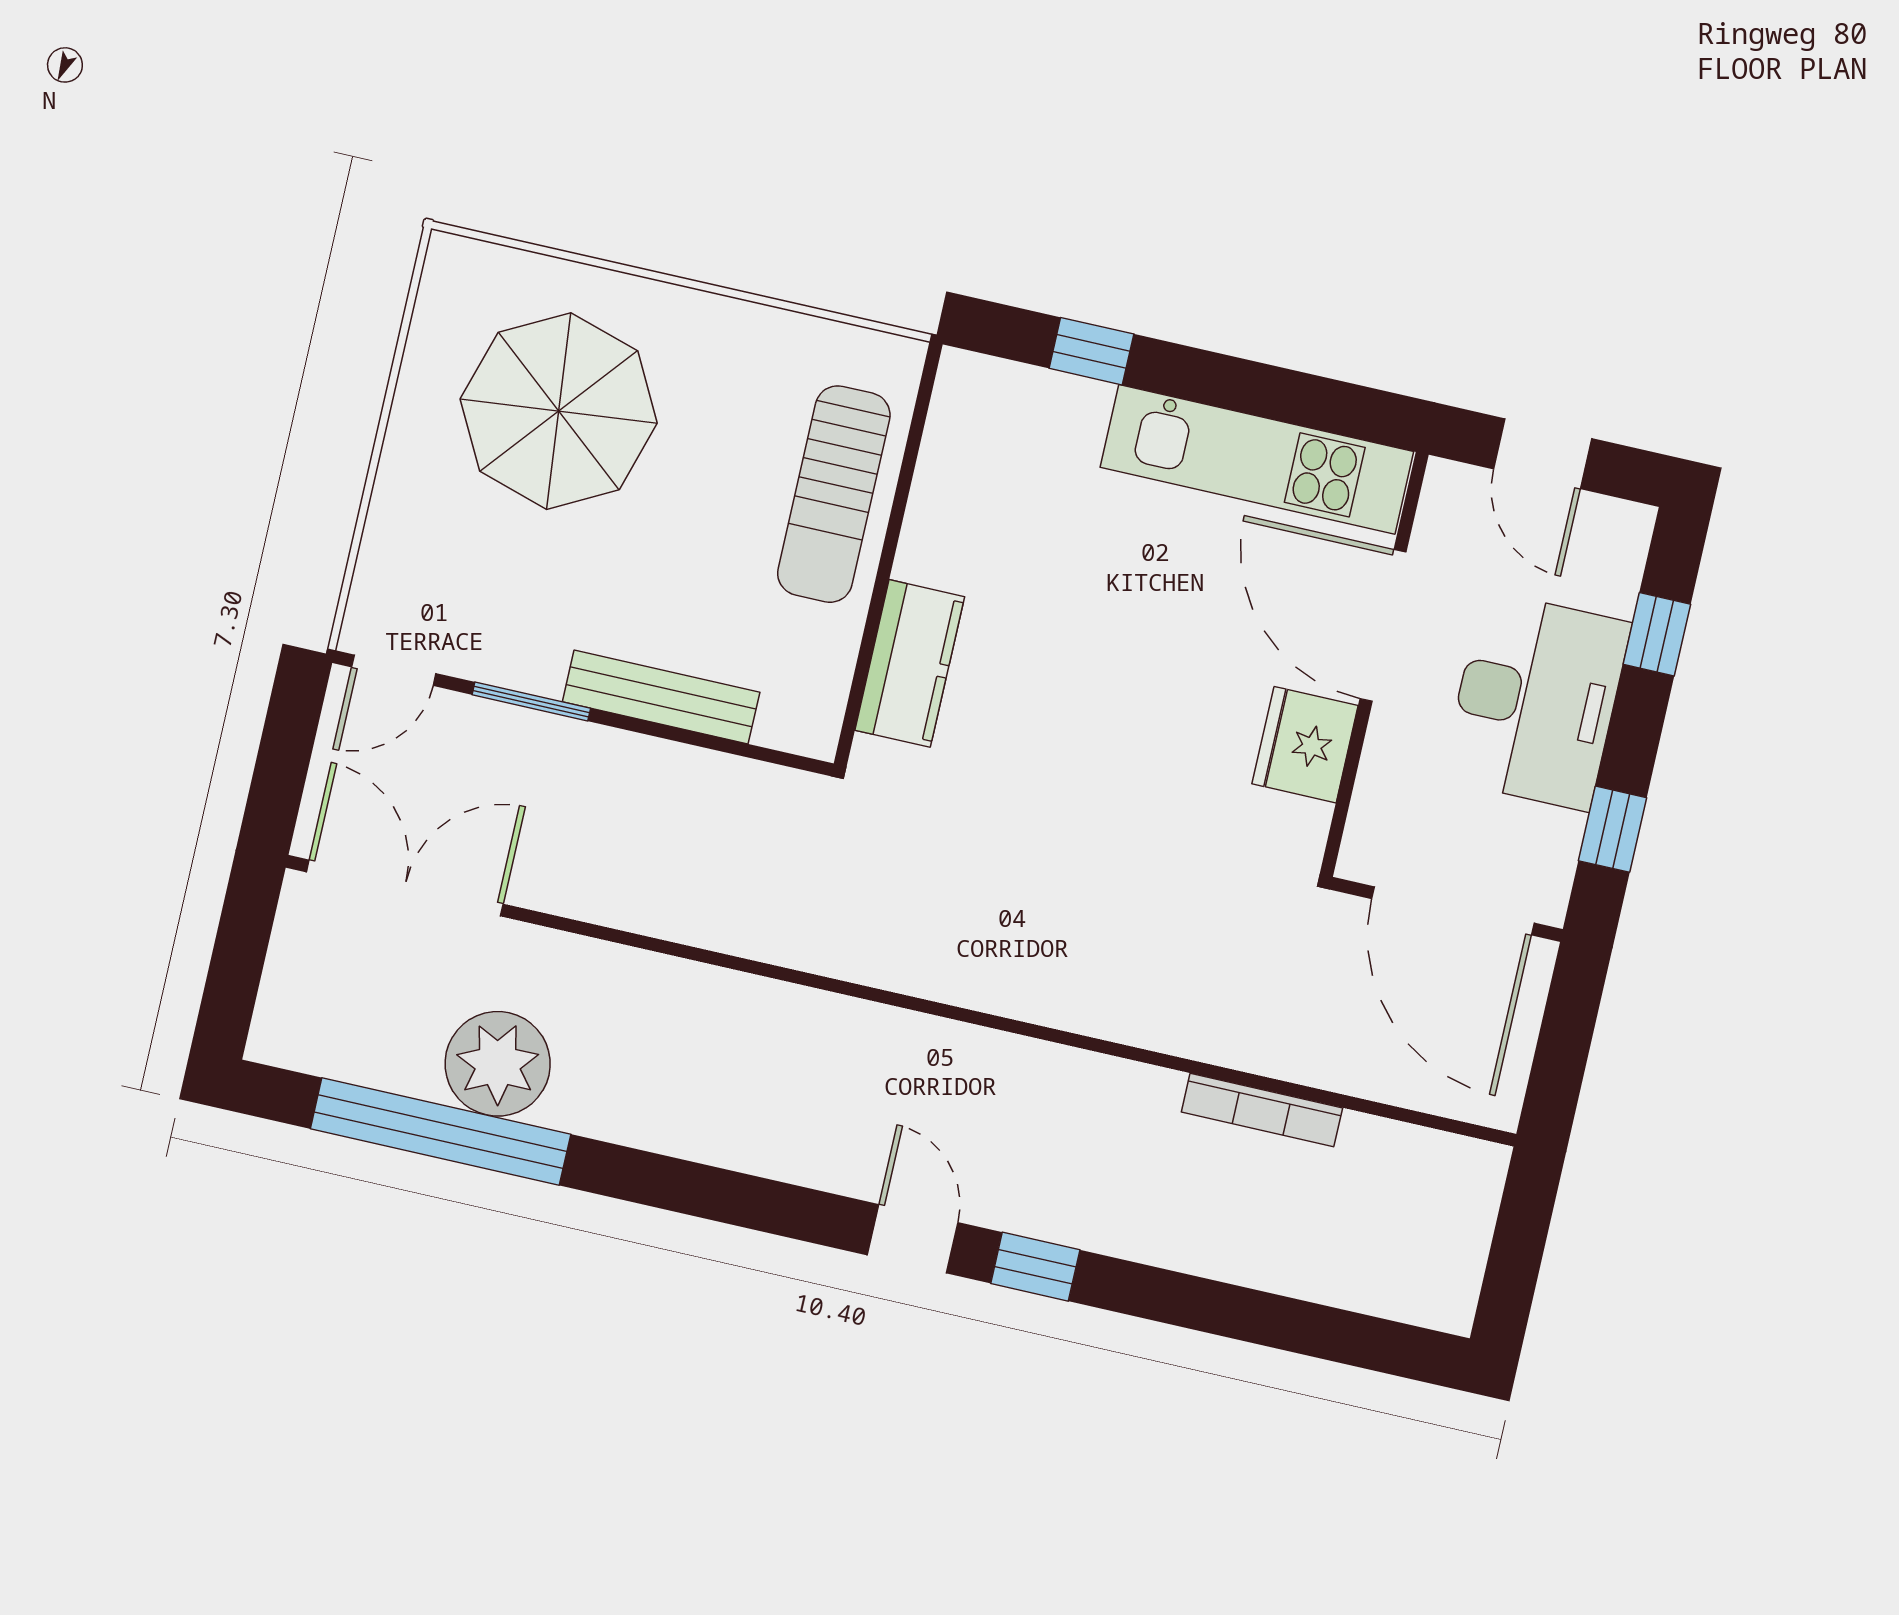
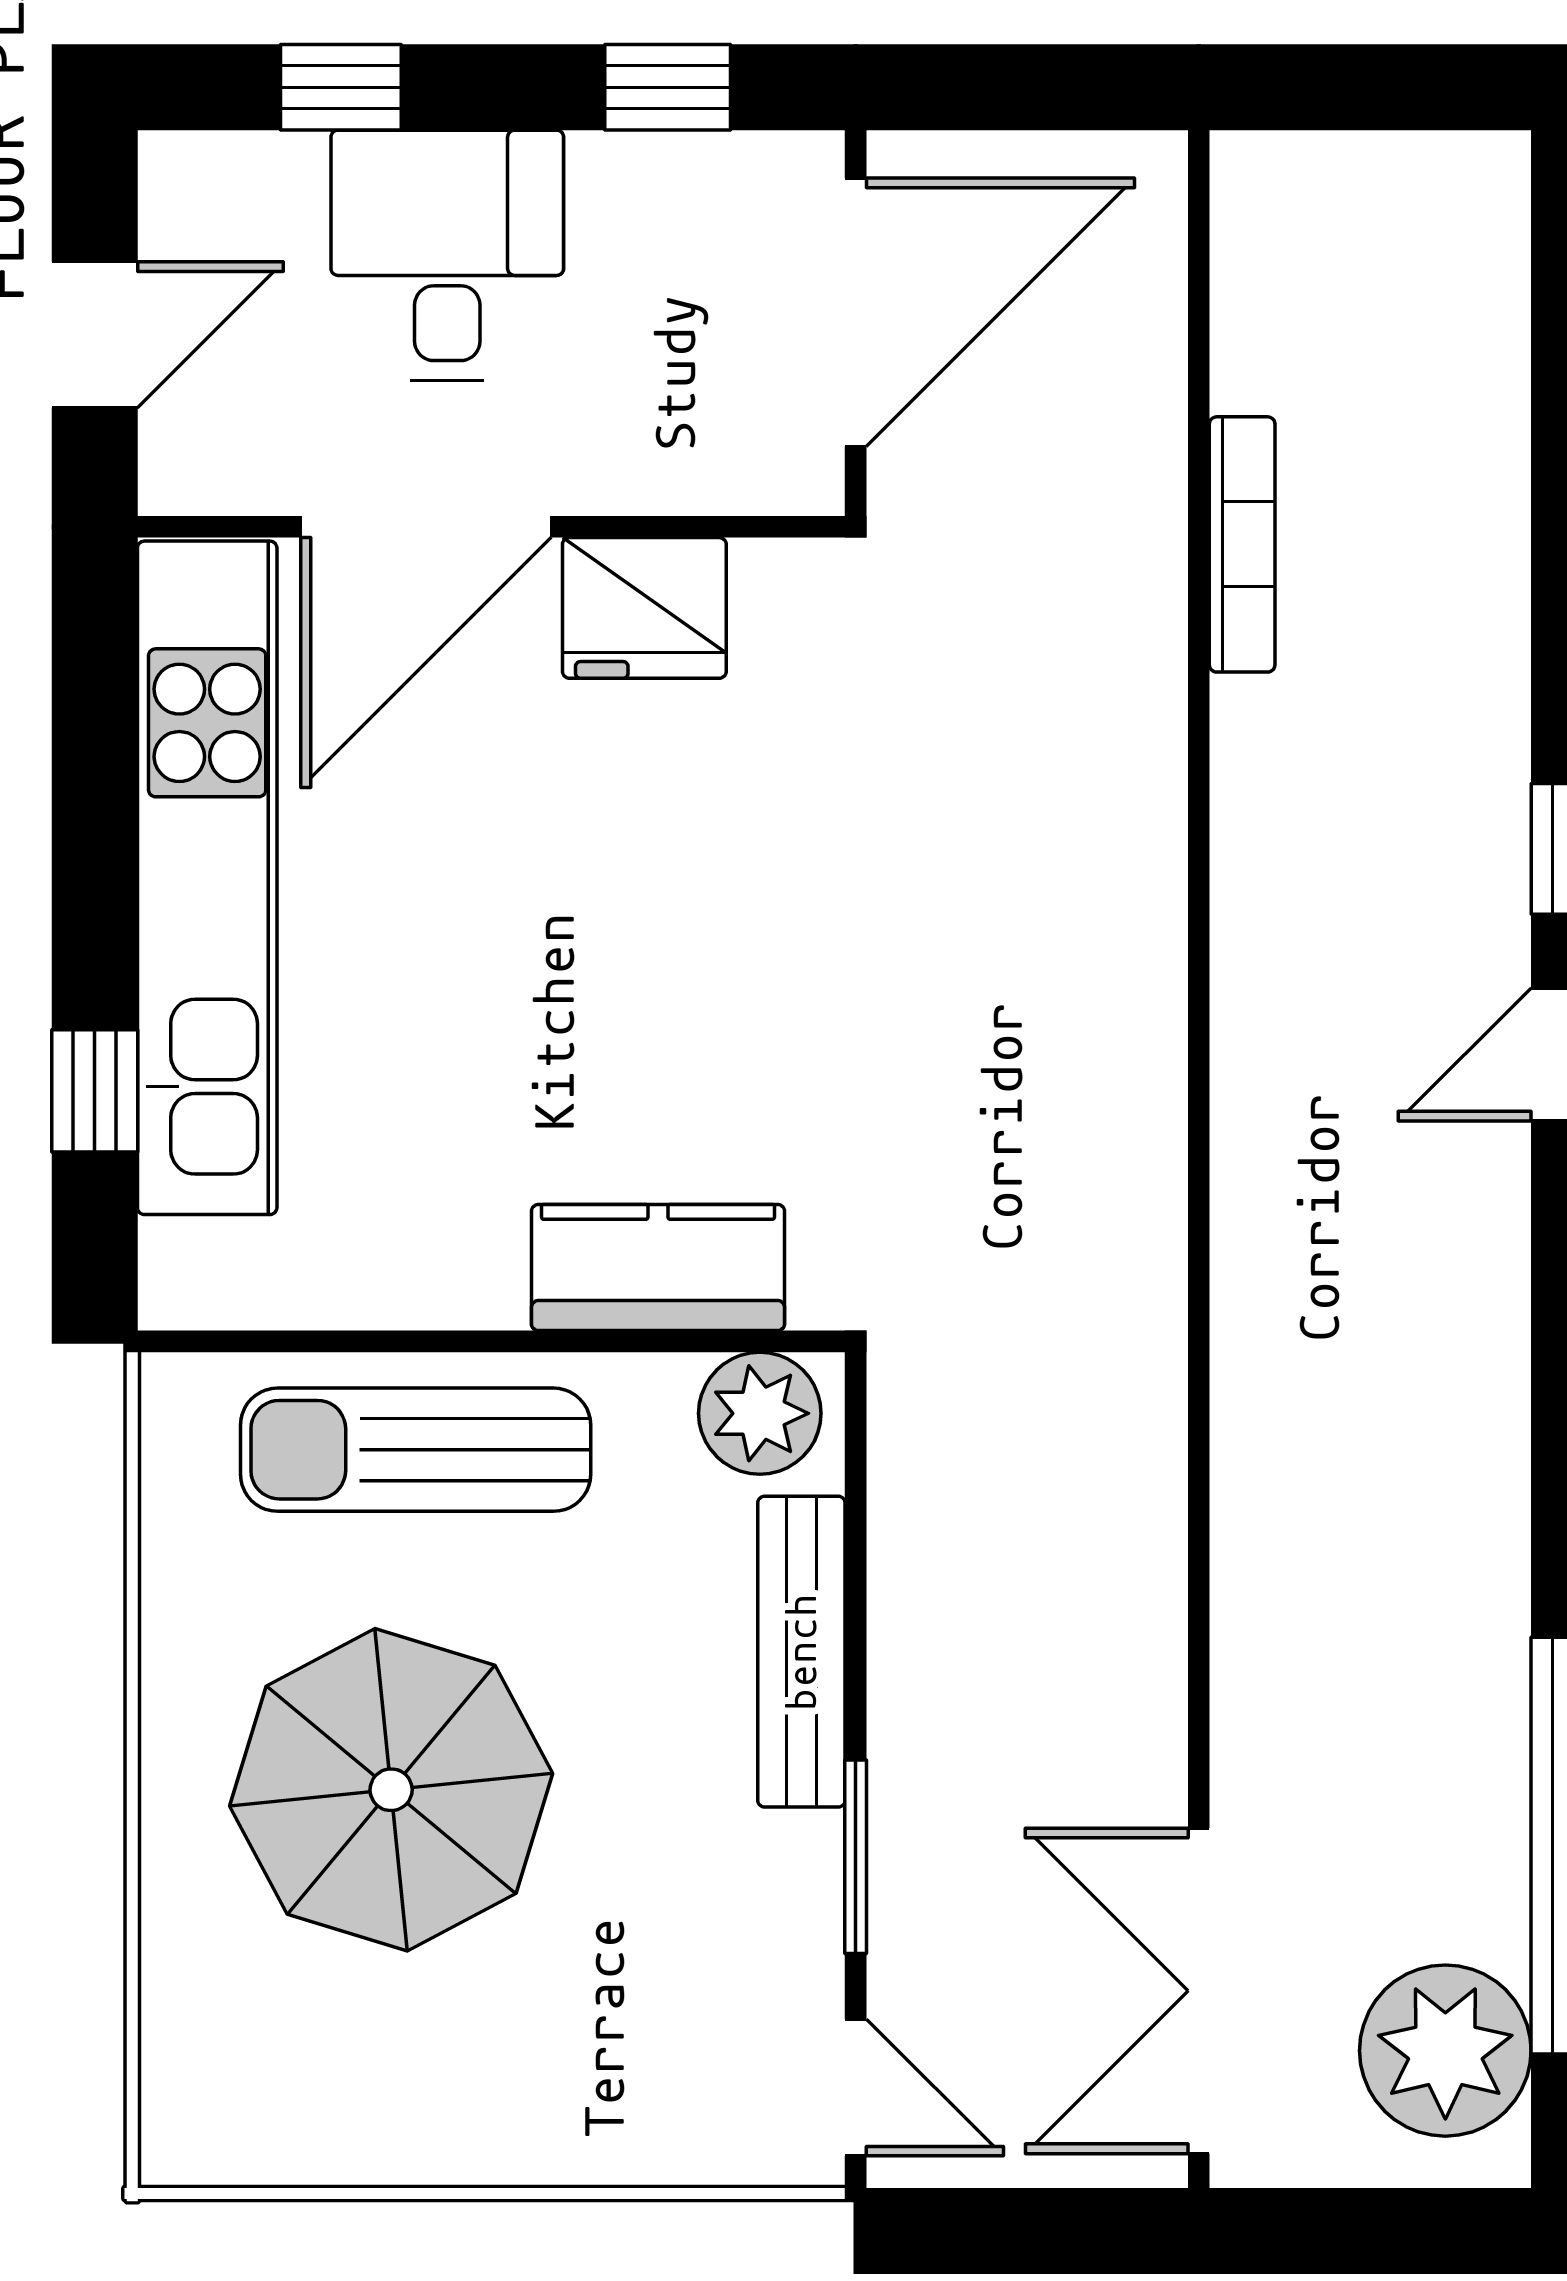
parasol: (559, 411) -> (391, 1790), moved
kitchen unit: (1257, 459) -> (207, 878), width x1.36
sun lounger: (834, 494) -> (416, 1450), turned 180
desk: (1536, 701) -> (447, 255), width x0.73
plant: (809, 704) -> (760, 1413), added
plant: (498, 1064) -> (1445, 2051), moved

